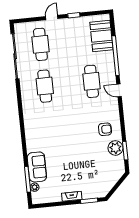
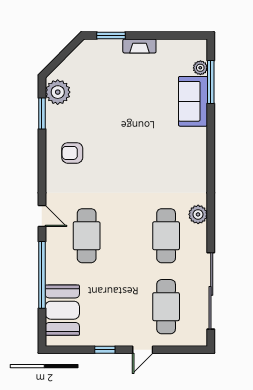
plant: (27, 101) -> (198, 214), added
plant: (115, 148) -> (58, 92), moved

